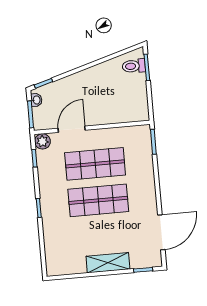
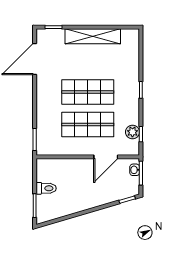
toilet: (134, 66) -> (46, 188), moved
washbasin: (36, 100) -> (135, 170), moved
plant: (42, 141) -> (132, 132), moved
shelving: (108, 263) -> (93, 36), width x1.47

